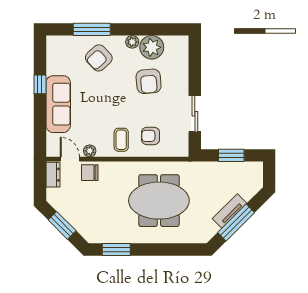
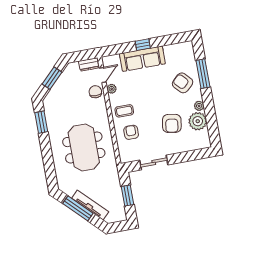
armchair: (149, 81) -> (172, 123), turned -76
window: (40, 84) -> (143, 45), moved
tv unit: (230, 211) -> (90, 205), width x1.41

